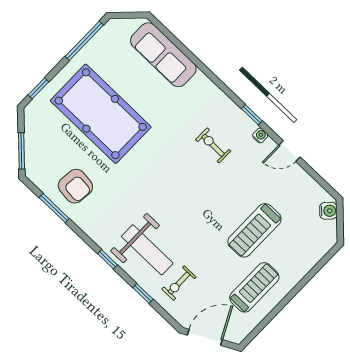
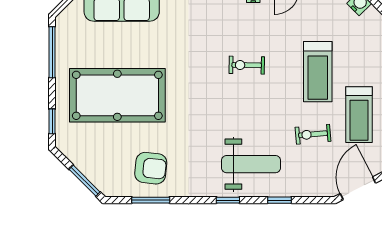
exercise bike: (213, 145) -> (247, 65), moved
exercise bike: (179, 283) -> (313, 134), moved, turned 85
treadmill: (254, 287) -> (359, 115), turned 180

